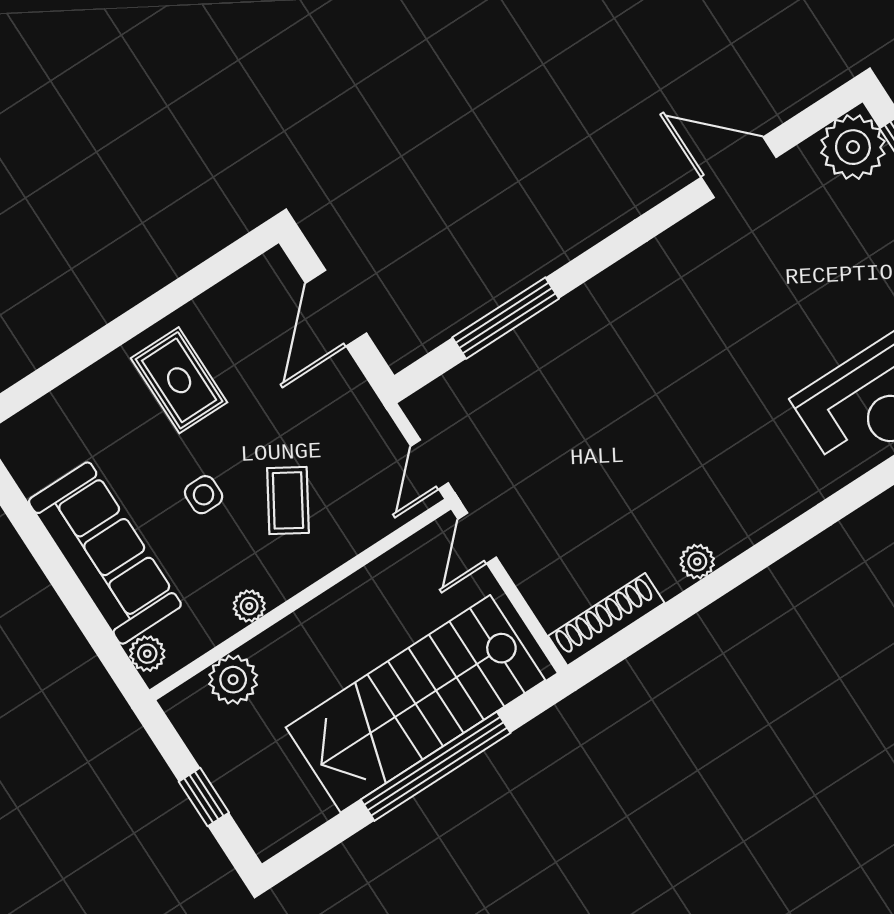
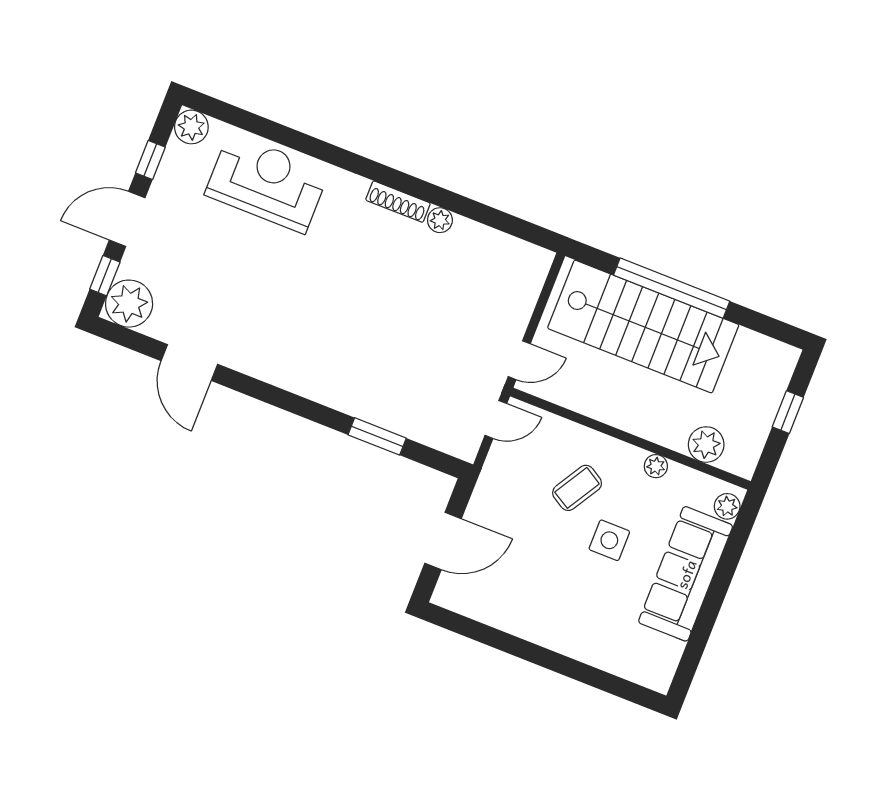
window: (506, 318) -> (377, 436), width x0.69
rug: (179, 380) -> (552, 603), removed
side table: (204, 495) -> (609, 540), width x1.37, depth x1.37
shoe rack: (606, 619) -> (398, 202), moved, width x0.74, depth x0.81

